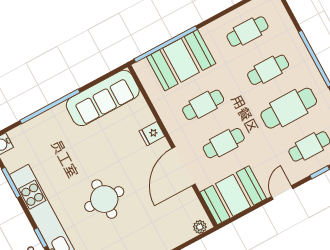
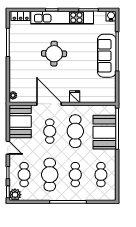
sofa: (103, 98) -> (107, 56), moved
cafe table: (203, 105) -> (75, 131), width x1.37, depth x1.35

